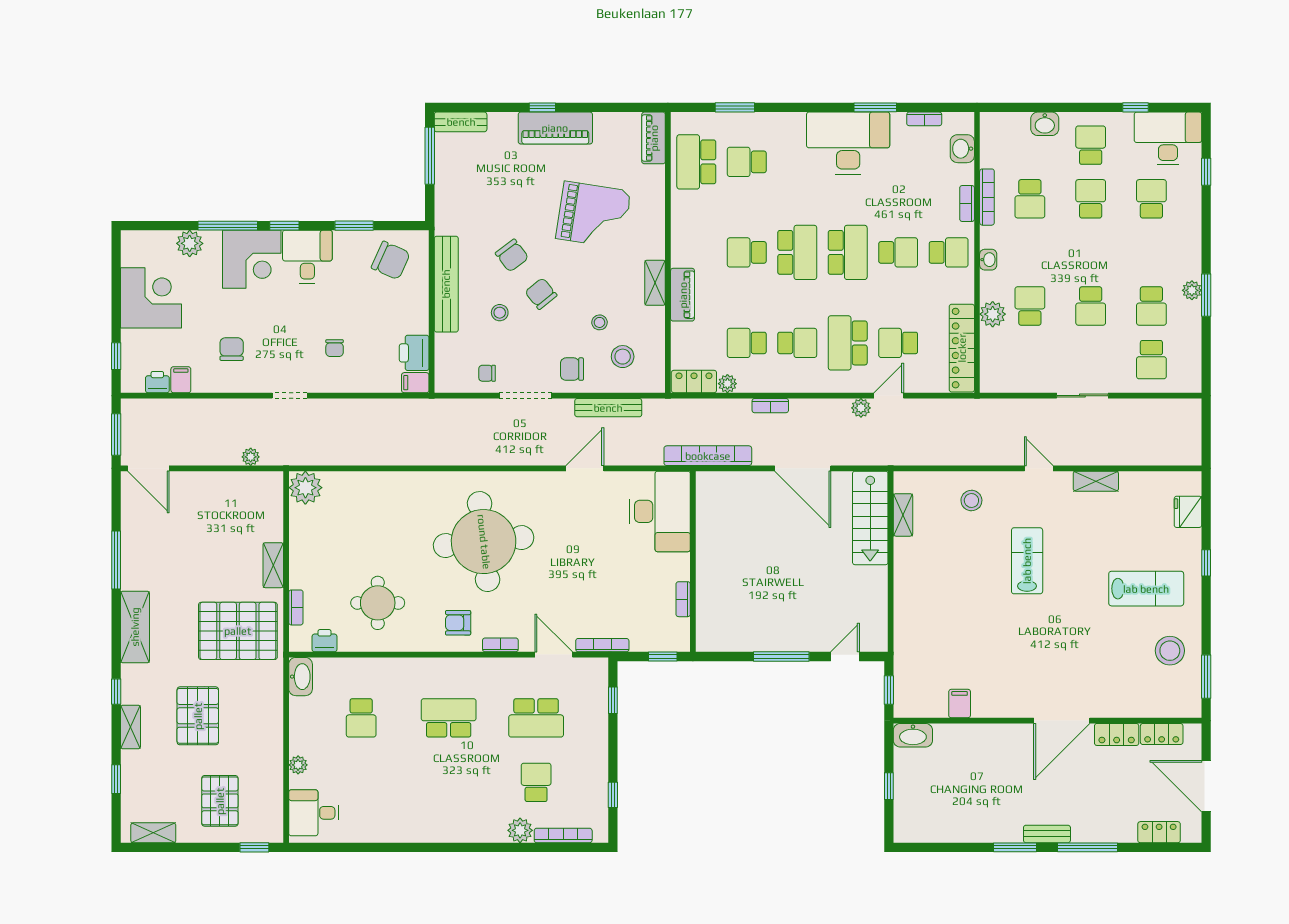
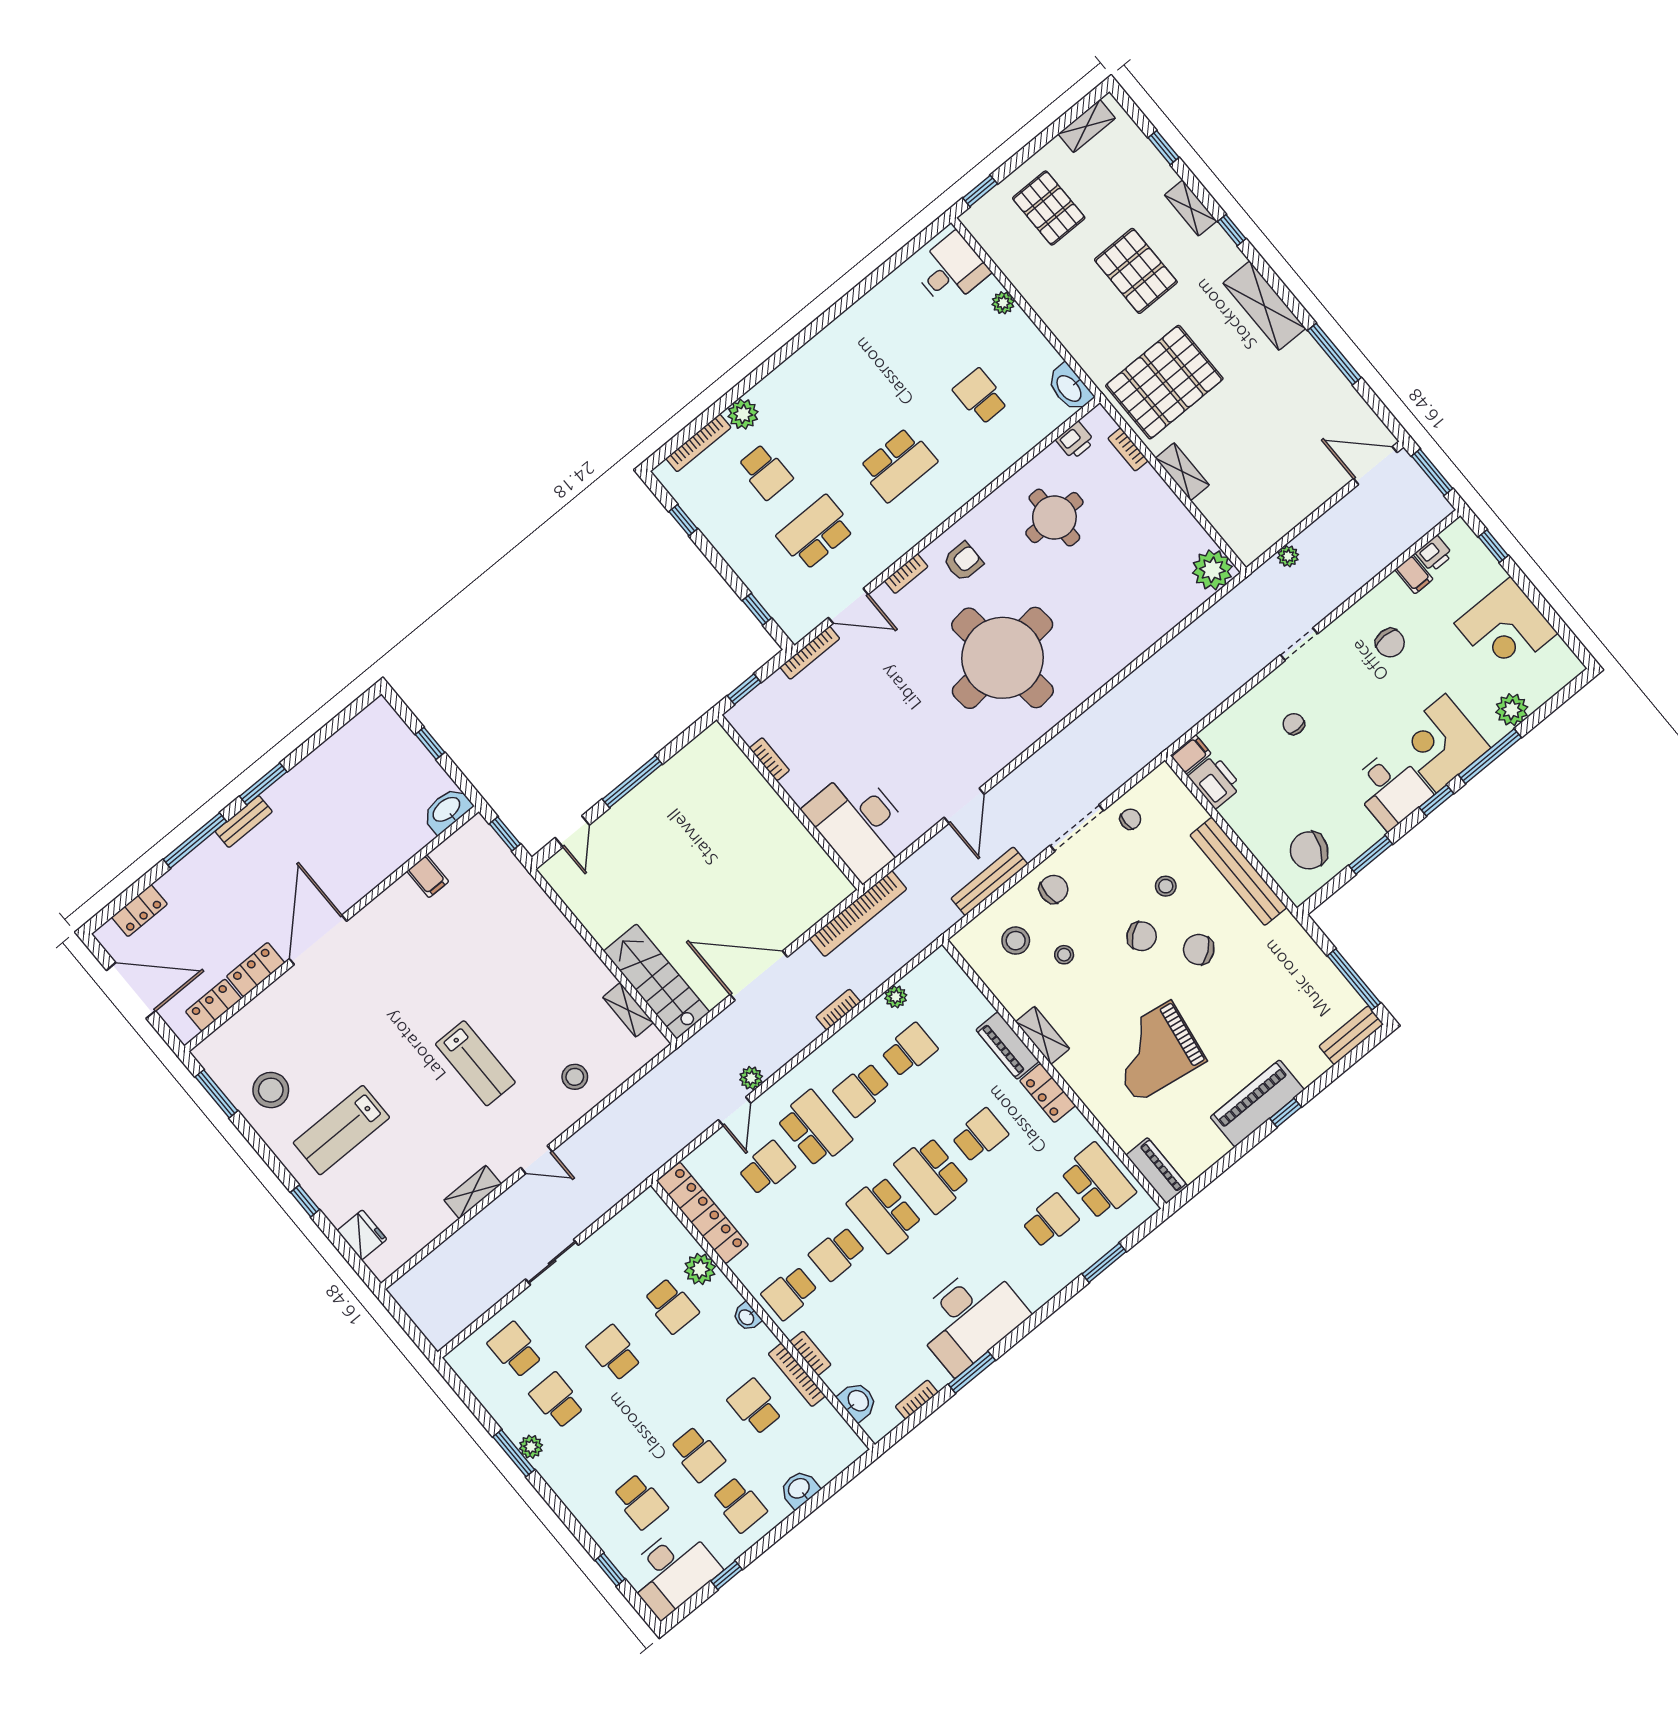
locker: (694, 381) -> (1048, 1093), moved, turned 90

